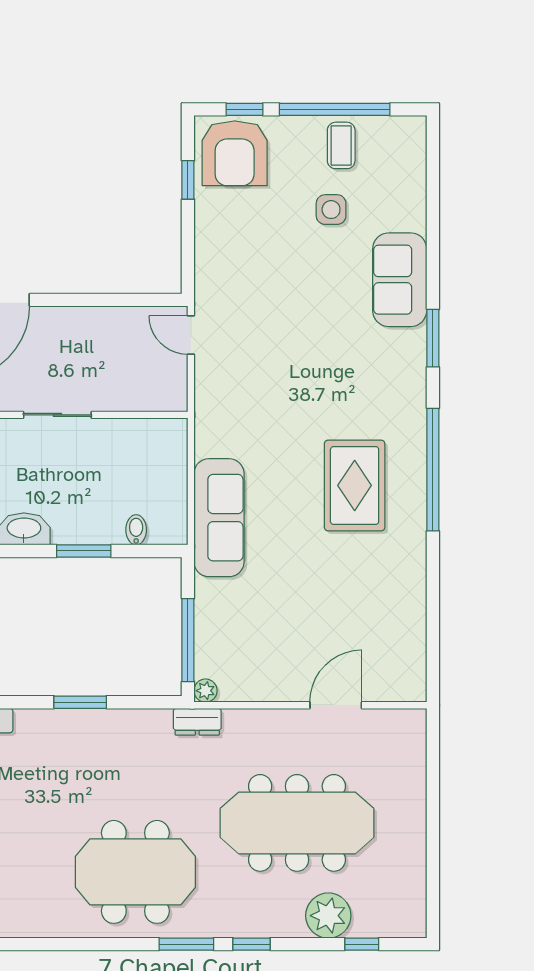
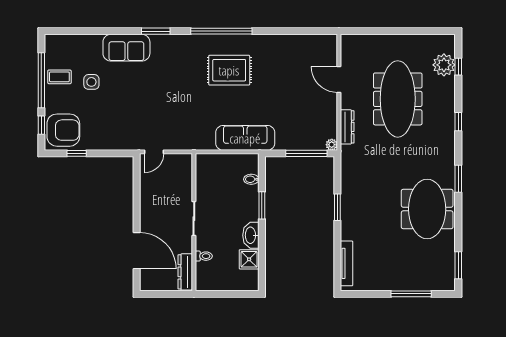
dresser: (197, 722) -> (347, 127), moved, width x1.44
meeting table: (135, 872) -> (427, 209), moved
plant: (328, 916) -> (444, 65), moved
window: (186, 944) -> (458, 179), moved

